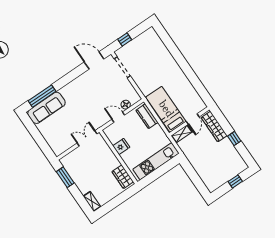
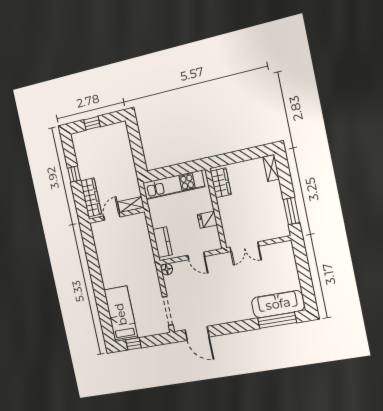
window: (125, 40) -> (134, 344), moved
floor lamp: (126, 105) -> (167, 269), moved
bed: (166, 109) -> (121, 314), moved, turned 180

